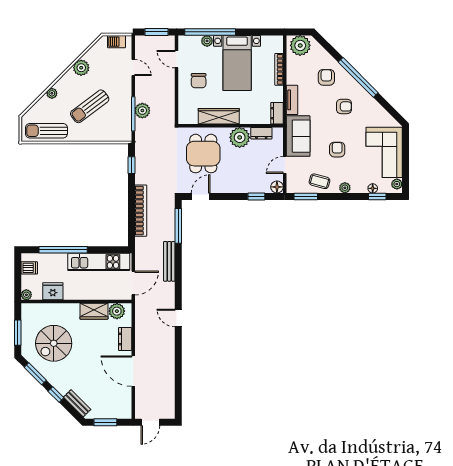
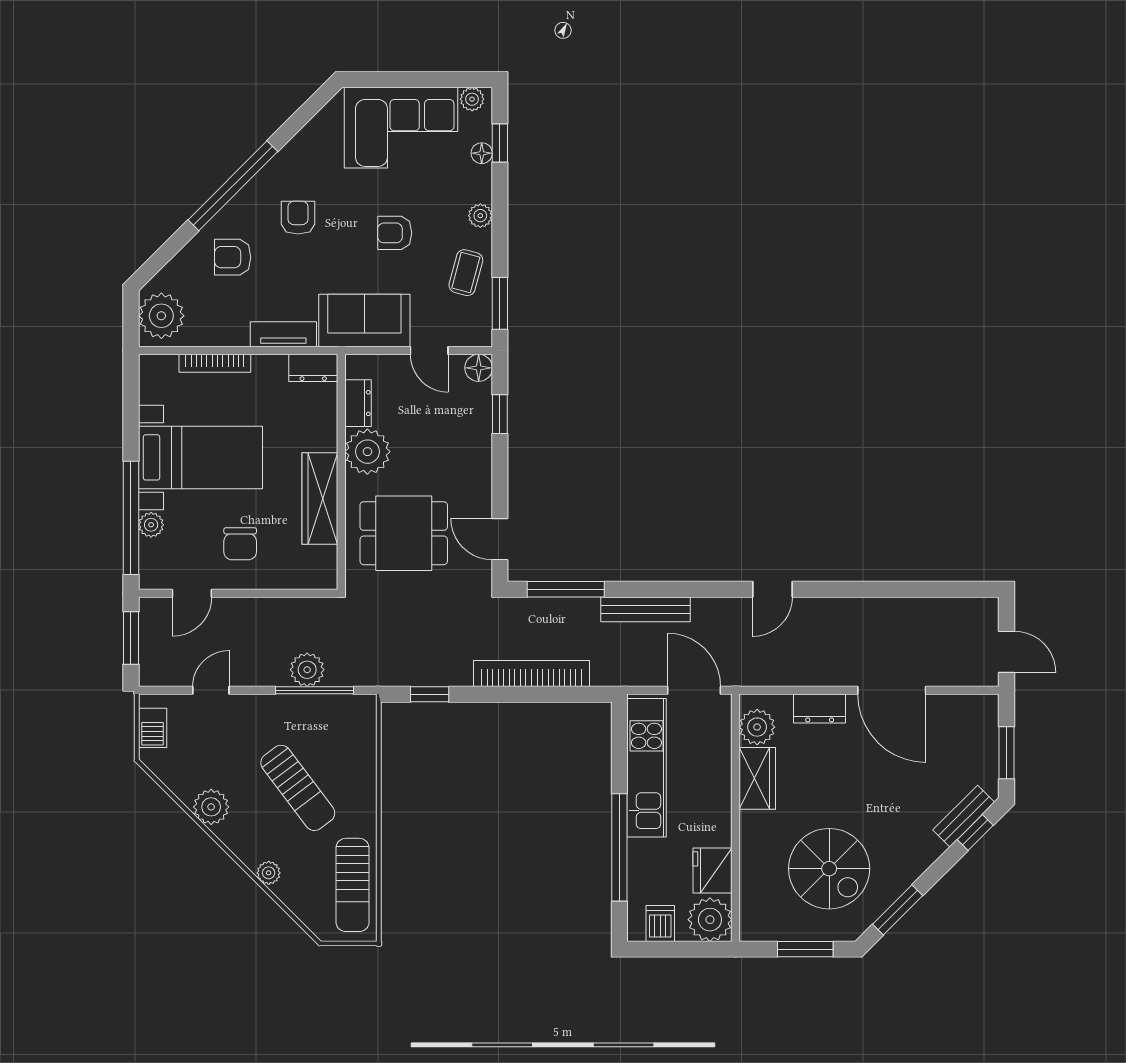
chair: (199, 81) -> (240, 544), turned 90
plant: (26, 295) -> (710, 920), width x1.87, depth x1.87
door: (133, 371) -> (892, 690), hinge flipped
window: (56, 394) -> (975, 832), moved

